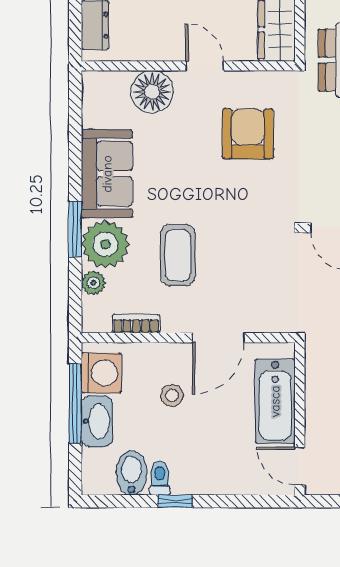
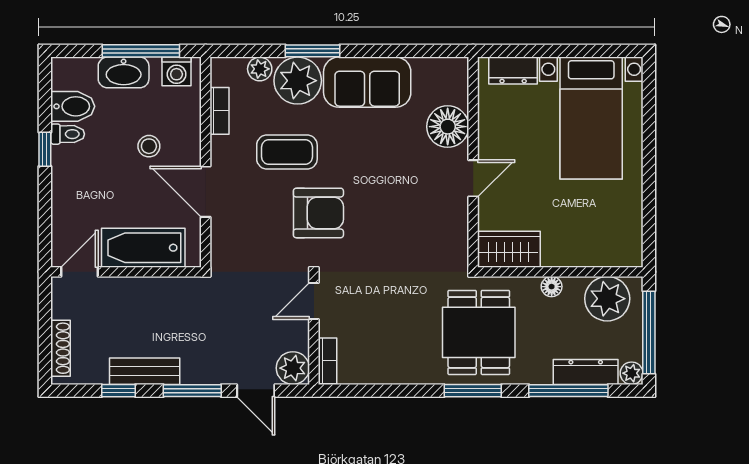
armchair: (248, 134) -> (318, 213), moved
washing machine: (101, 373) -> (177, 71), width x0.73, depth x0.73

